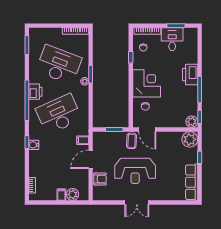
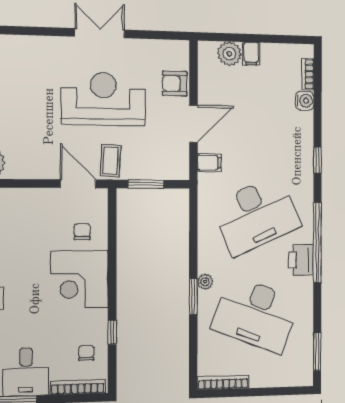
water cooler: (34, 145) -> (305, 101), moved

